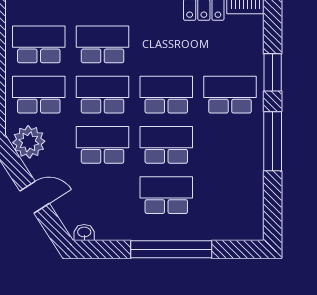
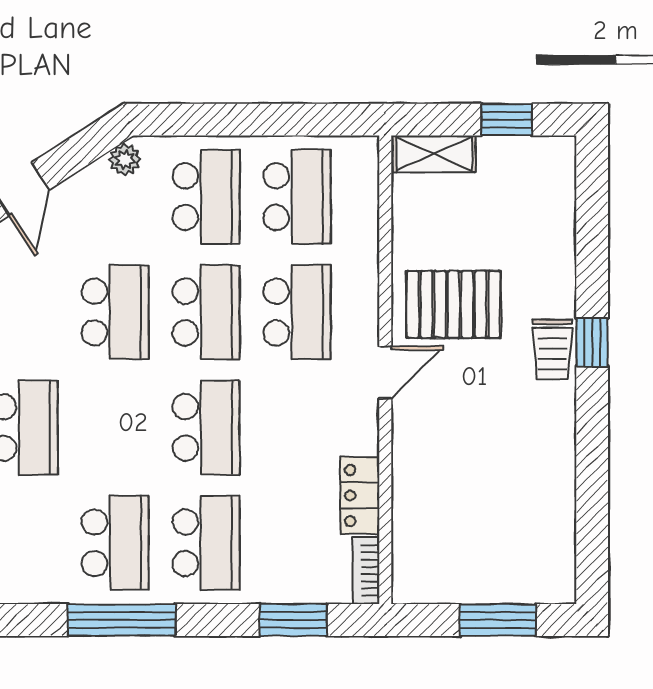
window: (273, 72) -> (293, 620), moved
plant: (29, 142) -> (125, 159), width x0.53, depth x0.53
school desk: (166, 145) -> (115, 543), moved

